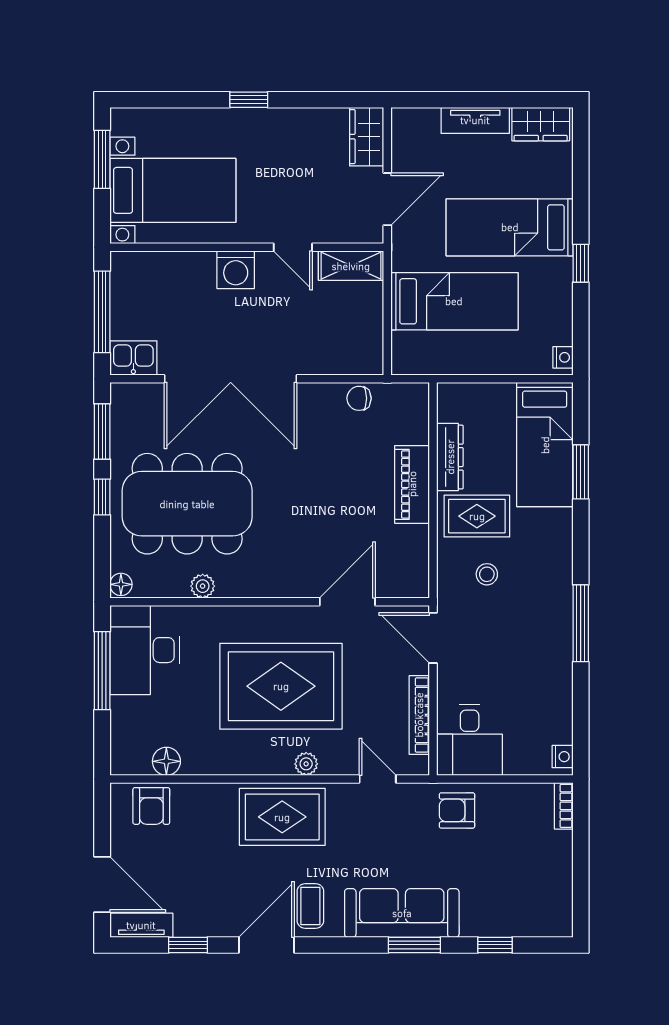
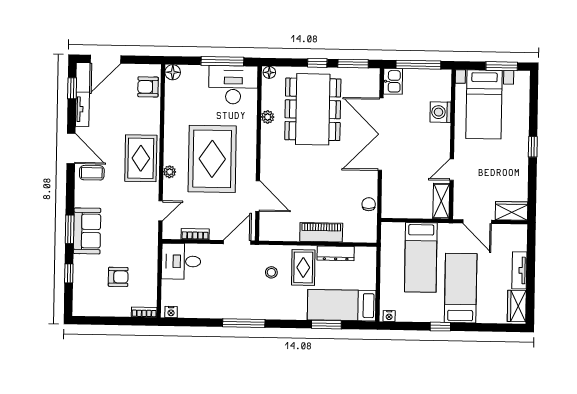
washing machine: (236, 270) -> (441, 112), moved
bookcase: (419, 715) -> (195, 234), width x0.64
floor lamp: (166, 761) -> (173, 72), moved
armchair: (457, 810) -> (118, 277), moved, turned 90
sofa: (402, 913) -> (87, 231), width x0.73
tv unit: (141, 925) -> (82, 109), moved
window: (188, 945) -> (72, 88), moved

